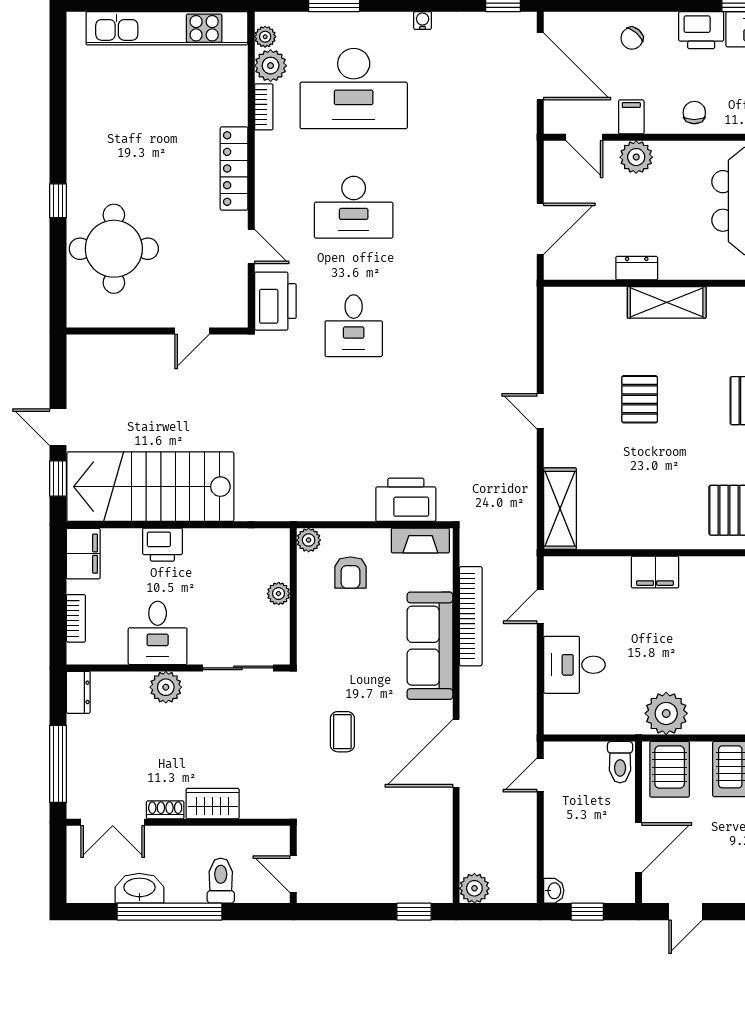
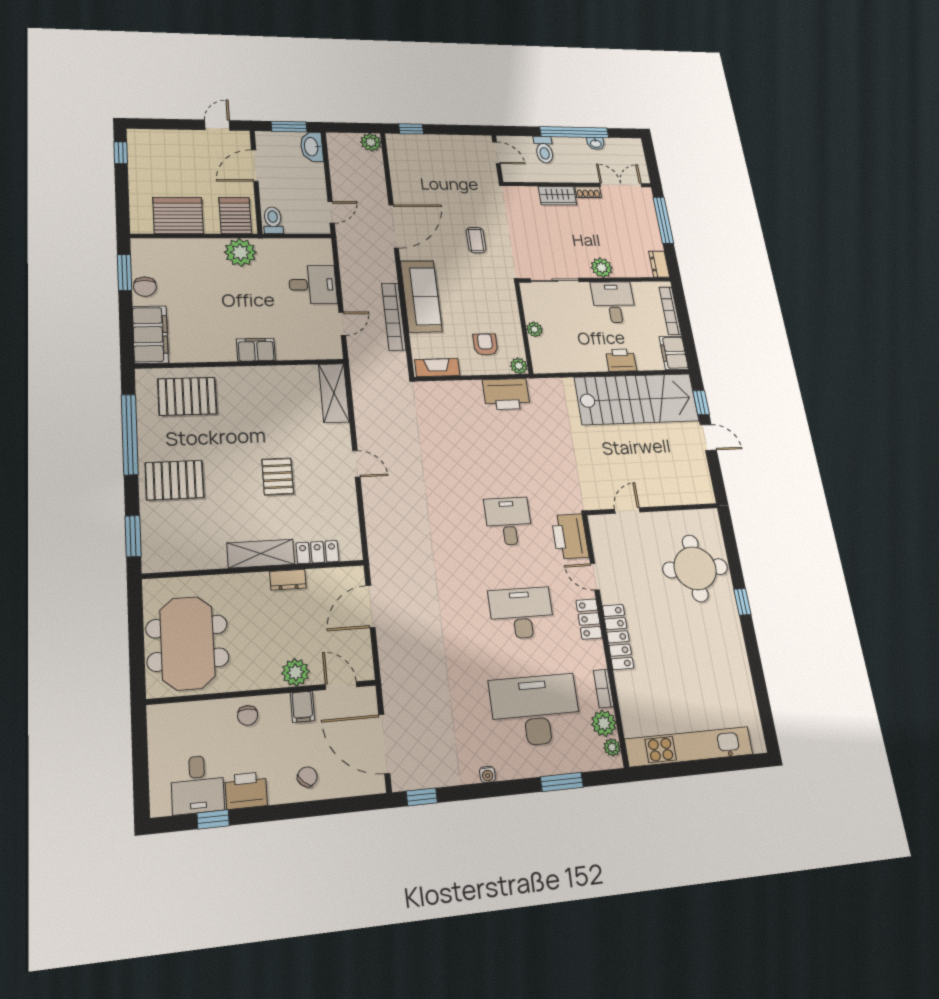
locker: (268, 194) -> (589, 619), added
locker: (599, 300) -> (317, 552), added
printer: (406, 500) -> (506, 394), moved
bookcase: (76, 618) -> (670, 311), width x1.56
washbasin: (139, 888) -> (596, 143), width x0.52, depth x0.69
washbasin: (554, 891) -> (312, 147), width x1.91, depth x1.45
window: (587, 912) -> (289, 127), width x1.50

